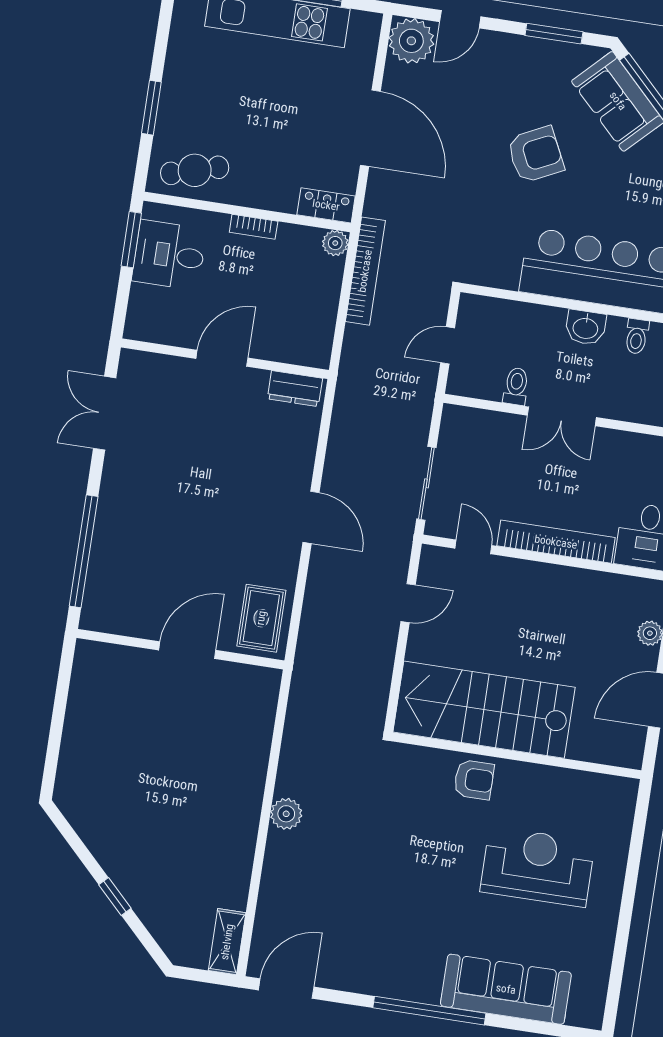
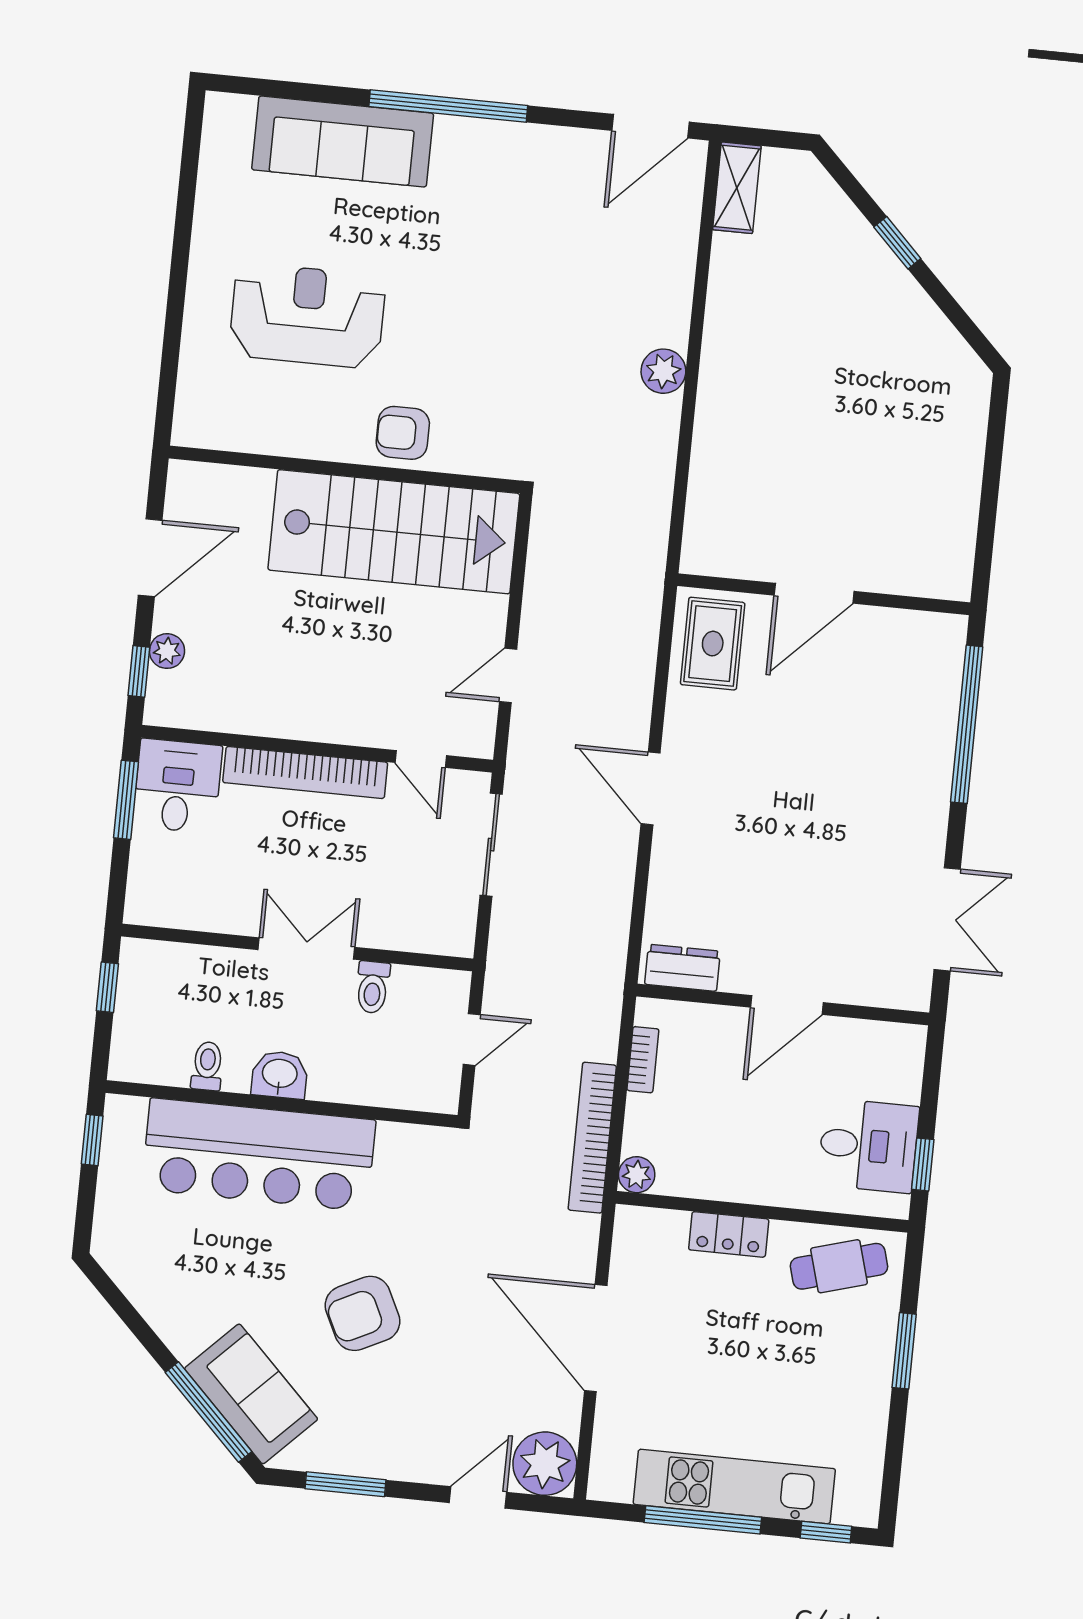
locker: (326, 205) -> (729, 1234), moved
bookcase: (254, 227) -> (643, 1060), moved, turned 90
window: (131, 240) -> (923, 1164), width x0.67
reception desk: (538, 867) -> (307, 316), turned 180

